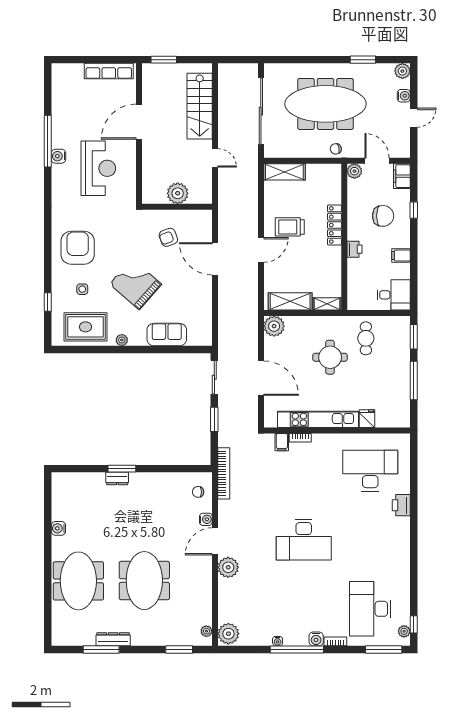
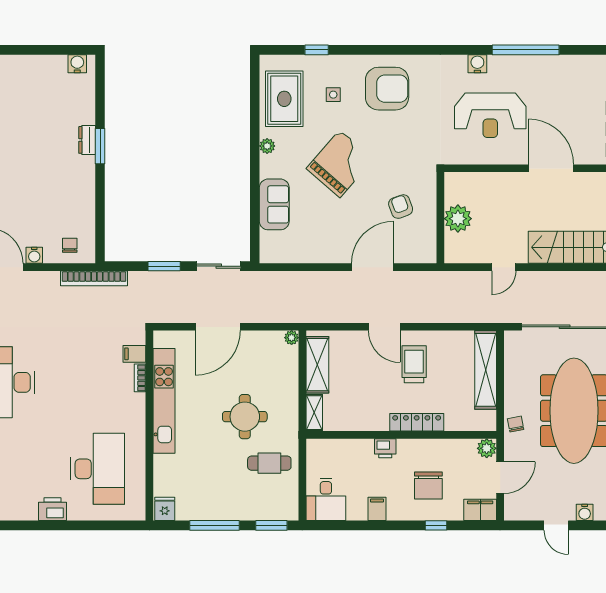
water cooler: (59, 156) -> (477, 64), moved
shelving: (284, 172) -> (486, 370), width x1.47
plant: (274, 326) -> (292, 338), width x0.53, depth x0.53
fridge: (367, 419) -> (165, 509), moved, turned -90
water cooler: (58, 528) -> (77, 64), moved

